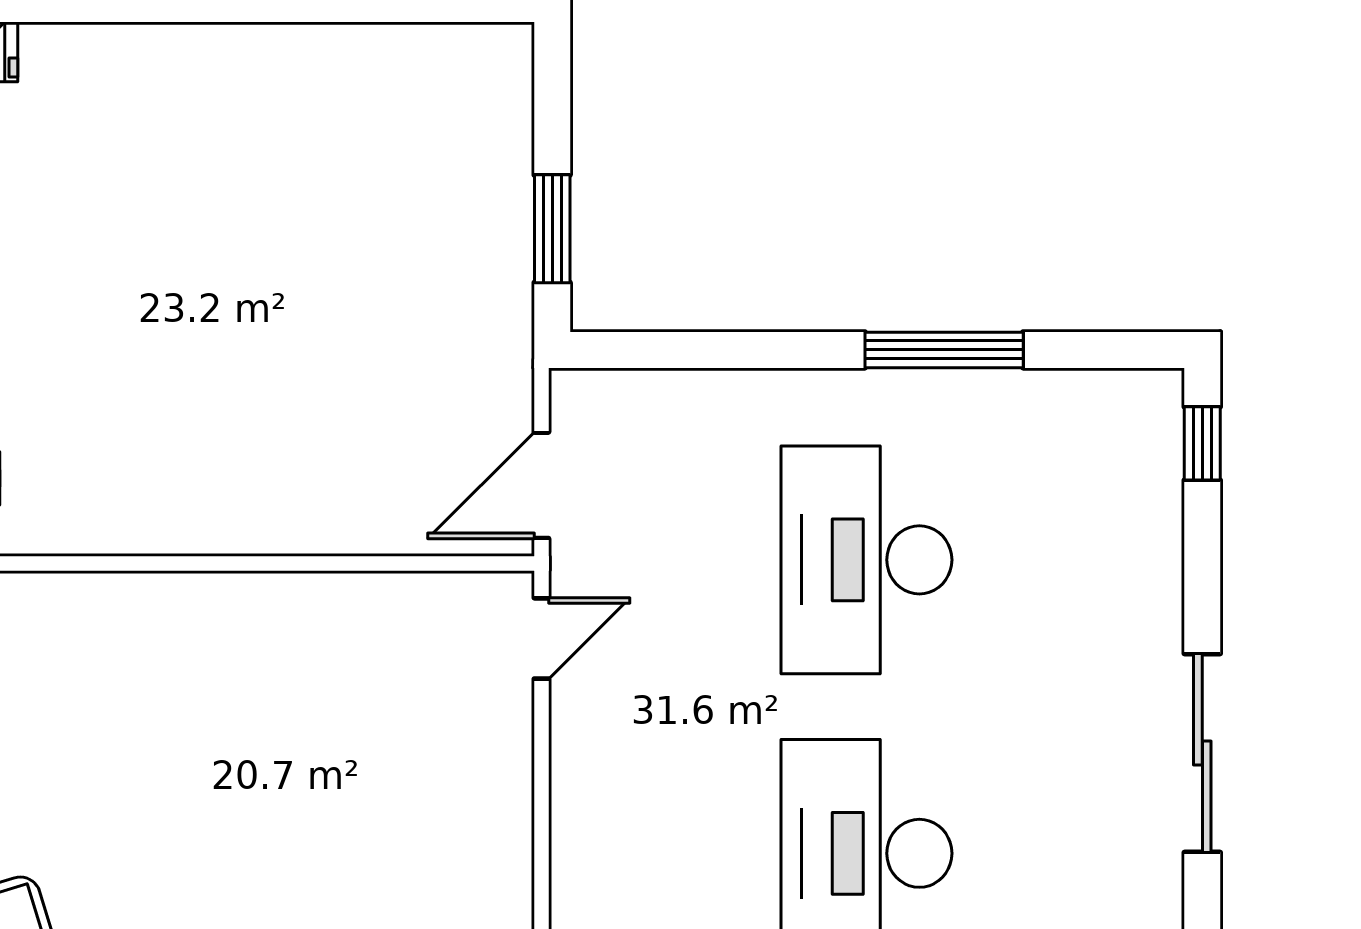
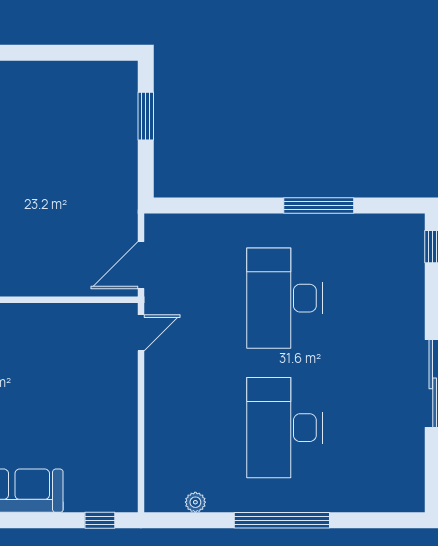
window: (552, 229) -> (146, 116), moved

